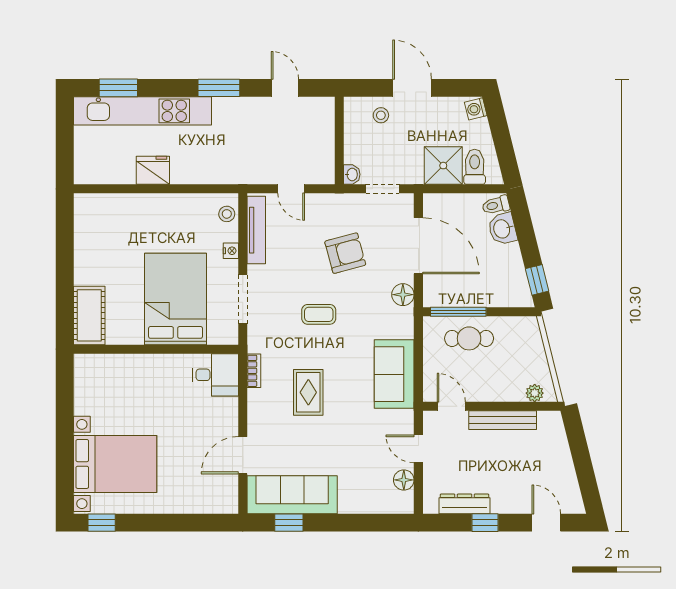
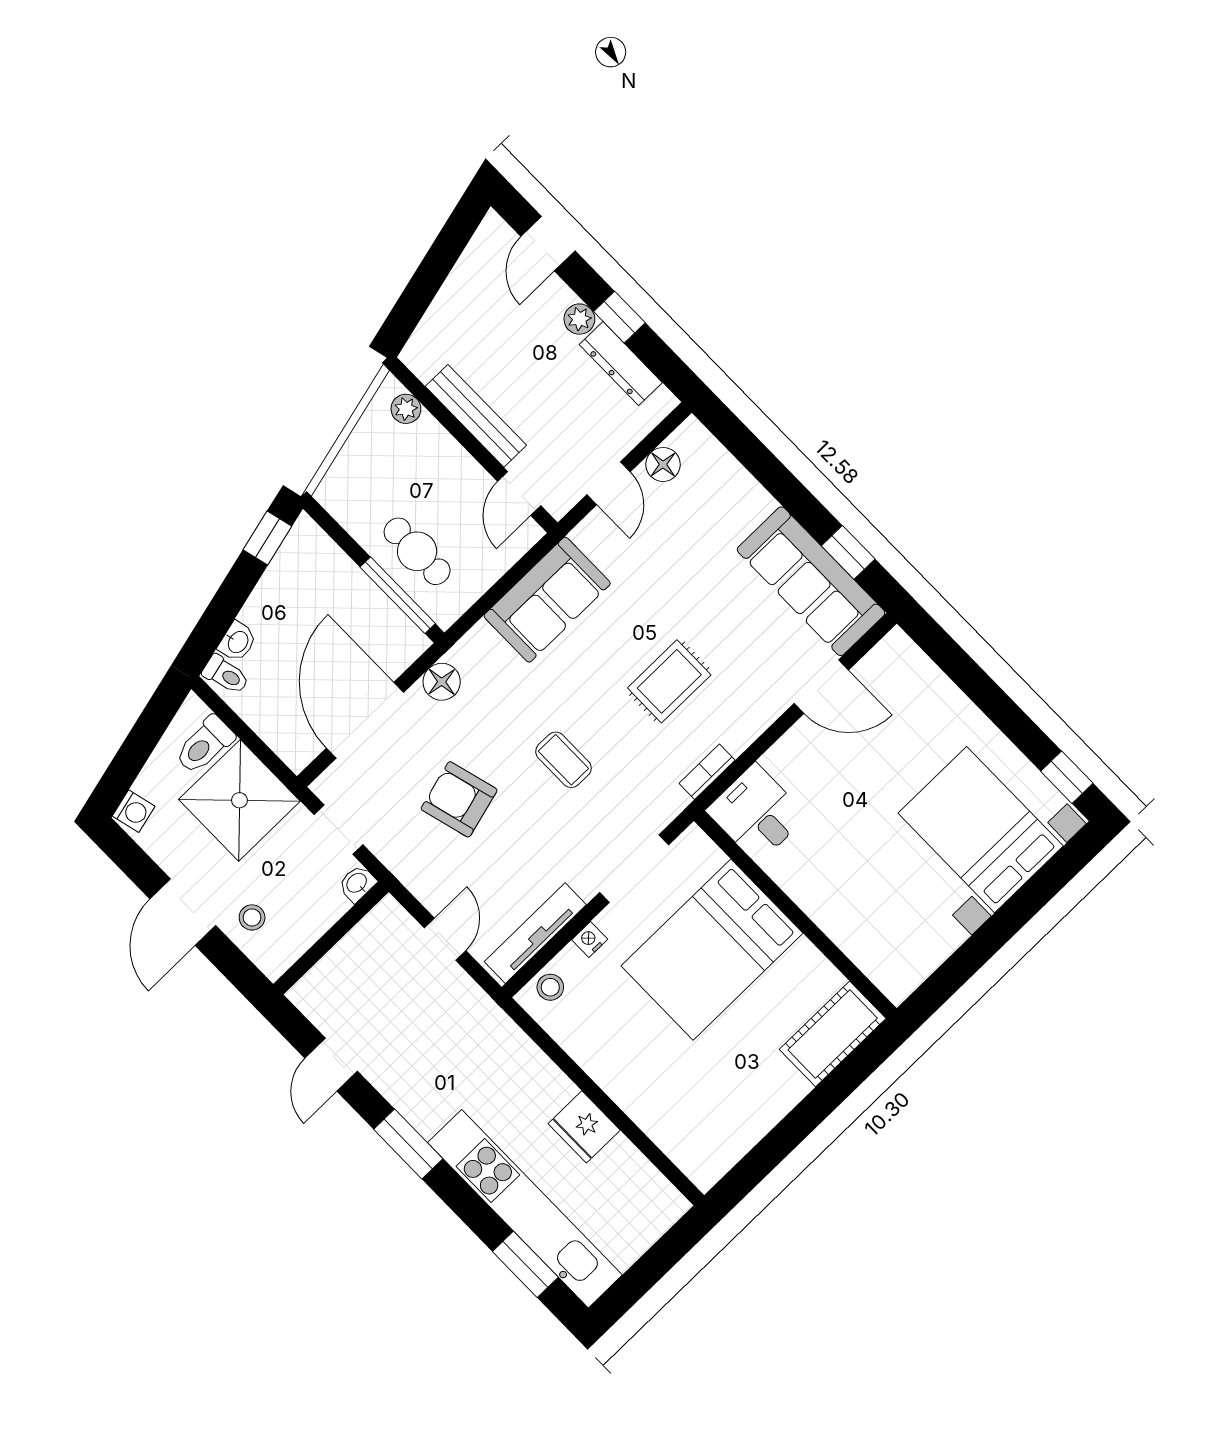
shower: (443, 166) -> (239, 800), width x1.37, depth x1.37
washbasin: (502, 229) -> (237, 642), width x0.72, depth x0.69
plant: (501, 505) -> (579, 319), added

